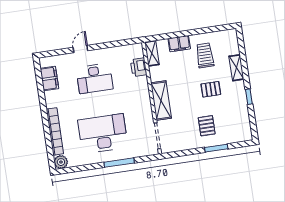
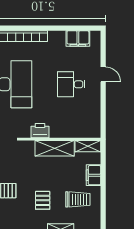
printer: (139, 67) -> (40, 131), moved
desk: (95, 78) -> (71, 84), width x0.73
shelving: (161, 100) -> (55, 148), moved

